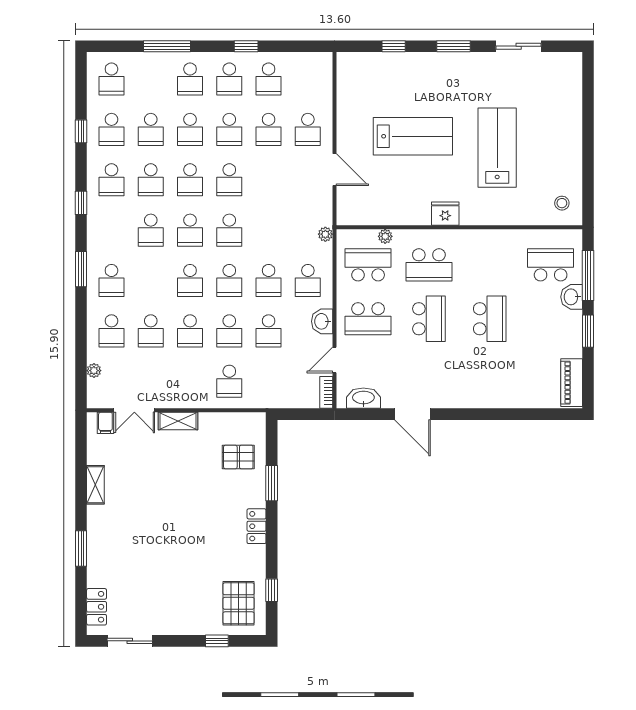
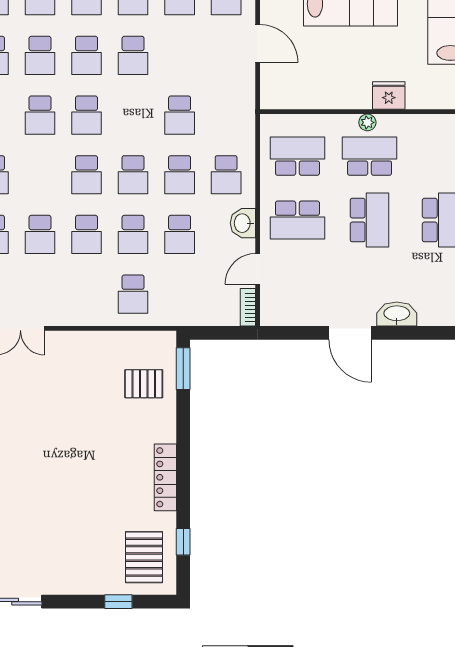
school desk: (229, 230) -> (180, 115), moved
plant: (325, 234) -> (247, 120), removed
plant: (385, 236) -> (367, 122), moved
school desk: (429, 265) -> (370, 156), turned 180
washbasin: (363, 398) -> (397, 314), moved
shelving: (178, 421) -> (72, 341), removed
window: (272, 483) -> (183, 369), moved
locker: (257, 526) -> (165, 477), width x1.53

